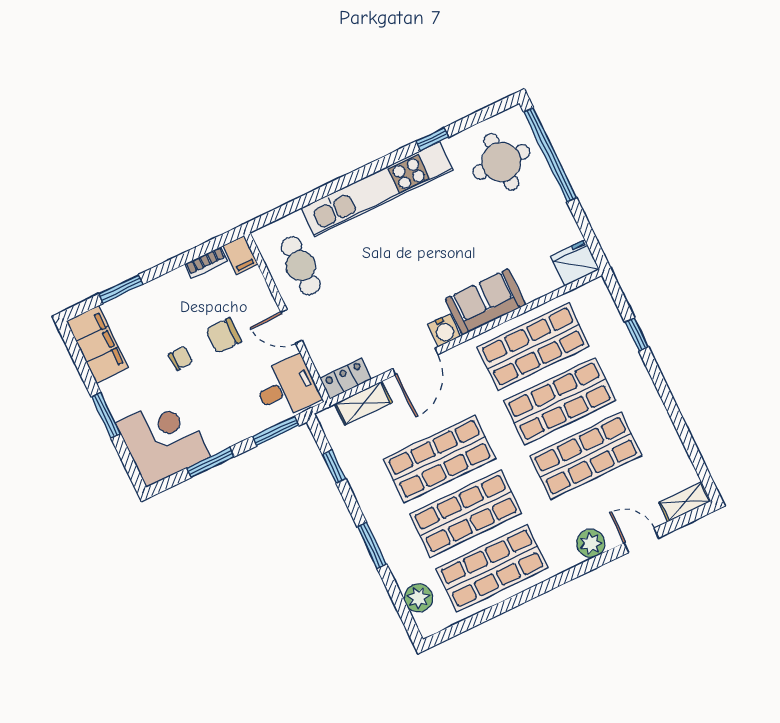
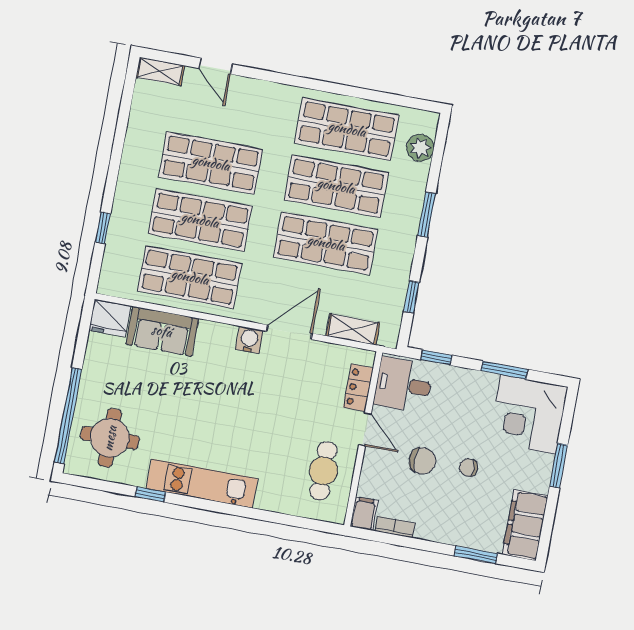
kitchen unit: (377, 189) -> (202, 484), width x0.73
sofa: (485, 302) -> (162, 331), moved
locker: (346, 379) -> (358, 388), moved, turned 90
window: (275, 431) -> (436, 357), width x0.67
plant: (591, 543) -> (256, 92), removed

